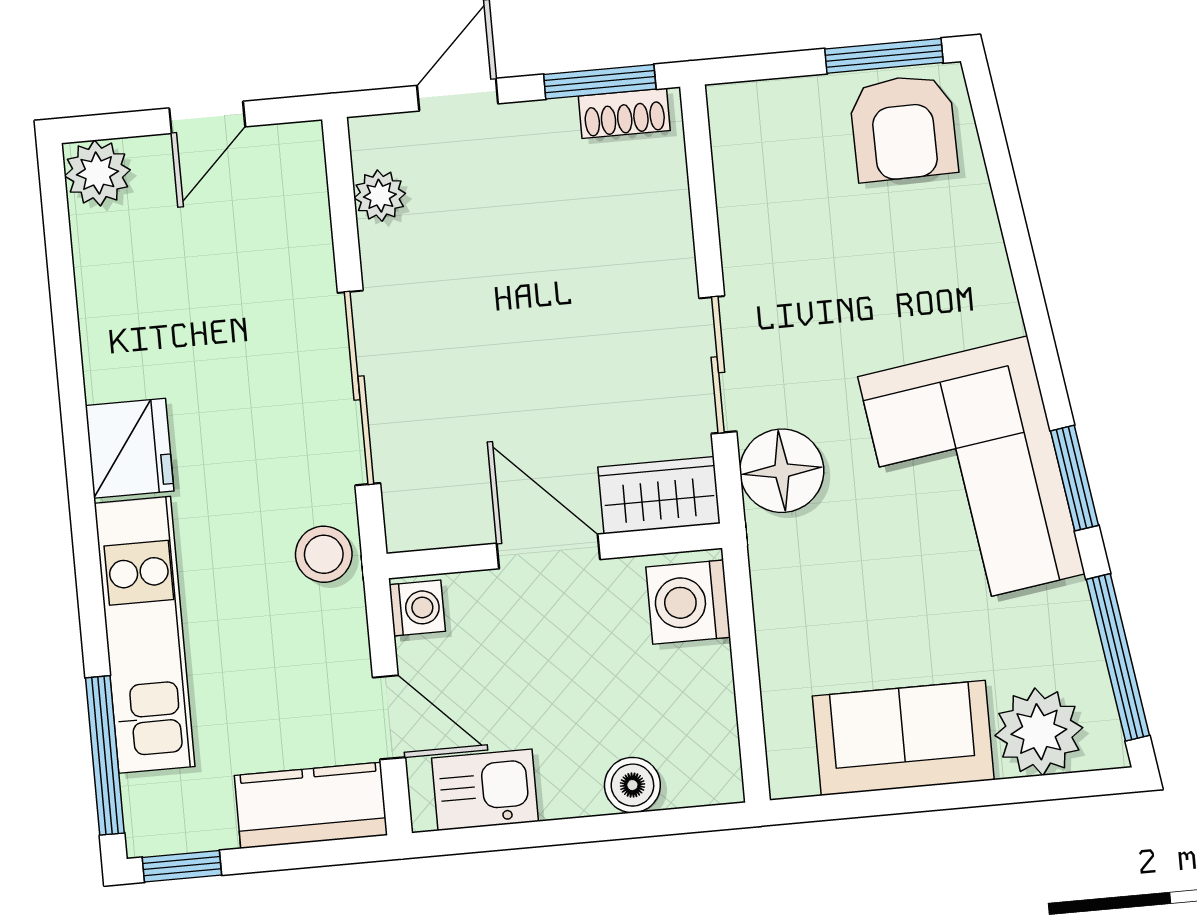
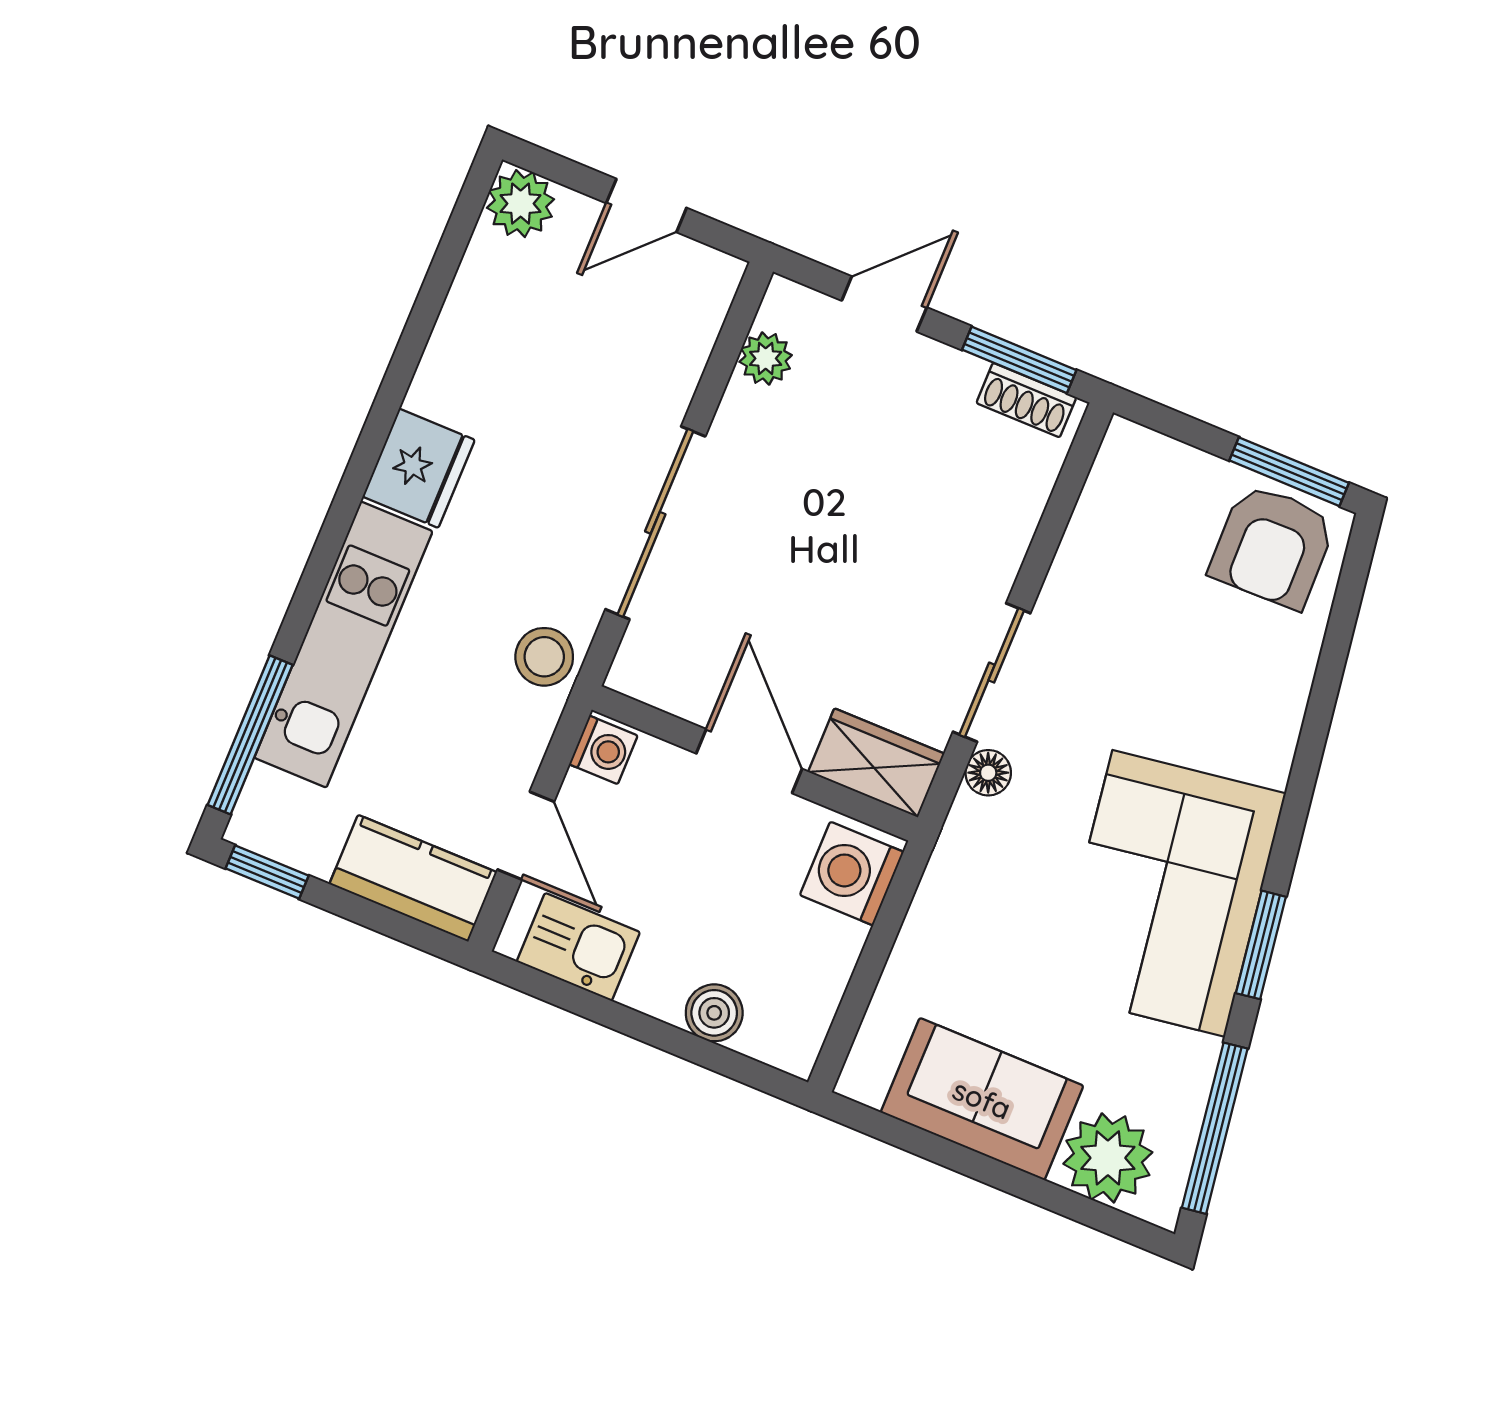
floor lamp: (782, 471) -> (988, 773), width x0.53, depth x0.53

